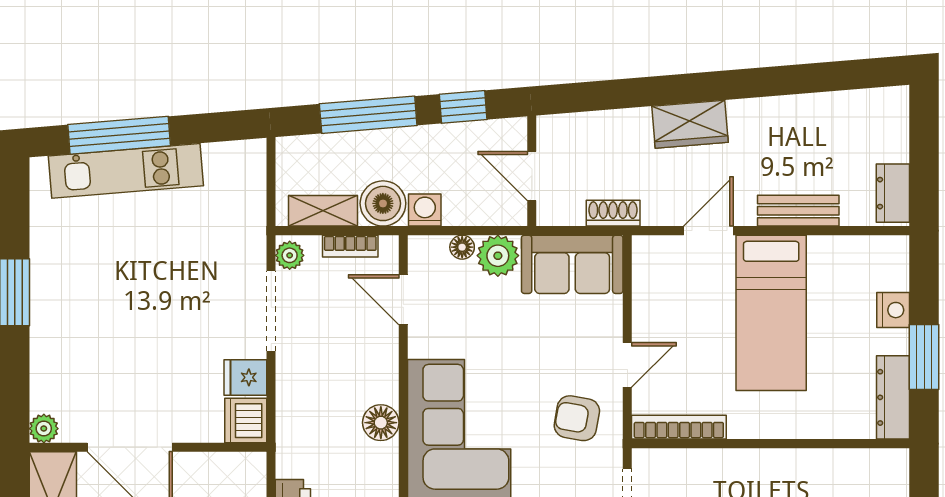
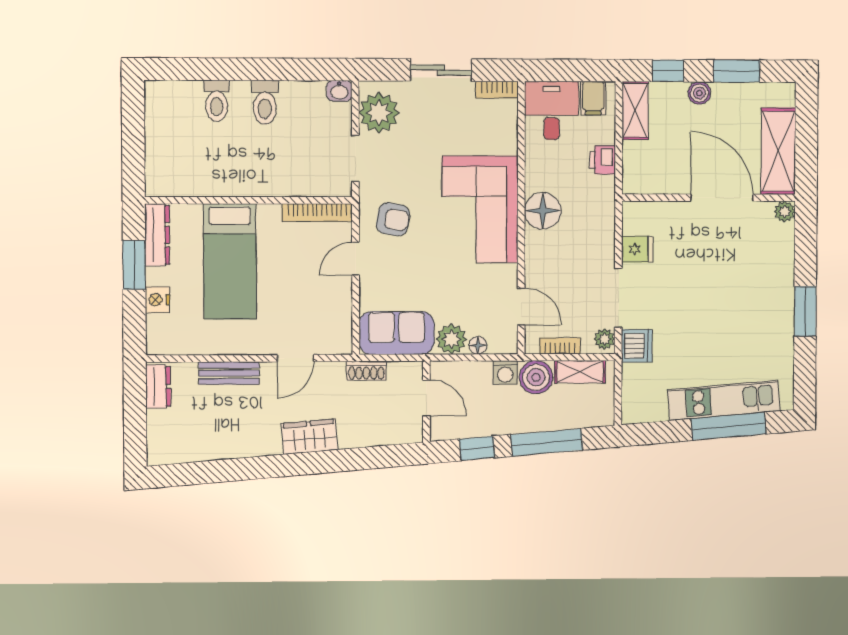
bed: (771, 313) -> (230, 261), moved, turned 180
dishwasher: (246, 421) -> (637, 346), moved
floor lamp: (381, 423) -> (543, 211), width x1.38, depth x1.38

